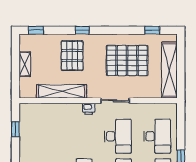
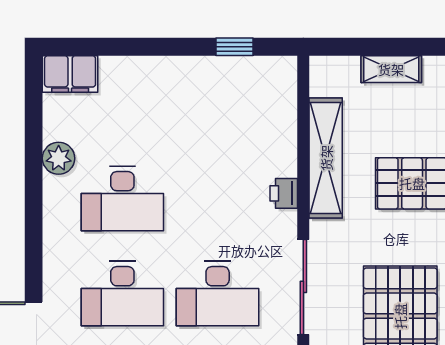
sliding door: (115, 101) -> (303, 287), width x1.37
printer: (89, 109) -> (284, 193), moved

